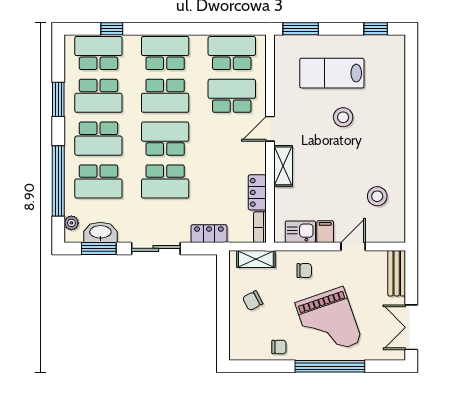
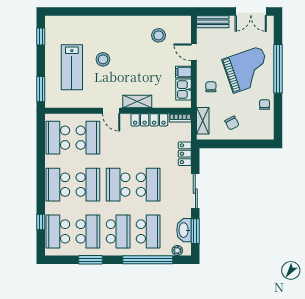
school desk: (232, 96) -> (88, 138), turned 180
locker: (257, 192) -> (149, 120), width x1.53

